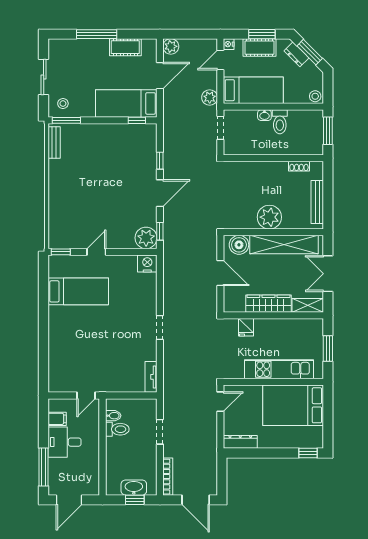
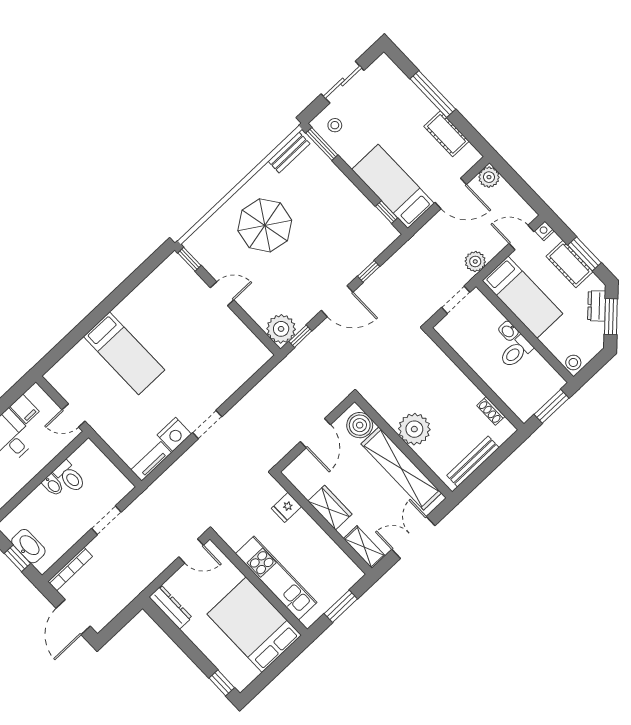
parasol: (81, 193) -> (265, 225), added
nightstand: (147, 264) -> (174, 434), moved, turned 90
bed: (78, 291) -> (124, 353), moved
wardrobe: (268, 304) -> (330, 508), width x0.67
bidet: (113, 416) -> (53, 485), moved

